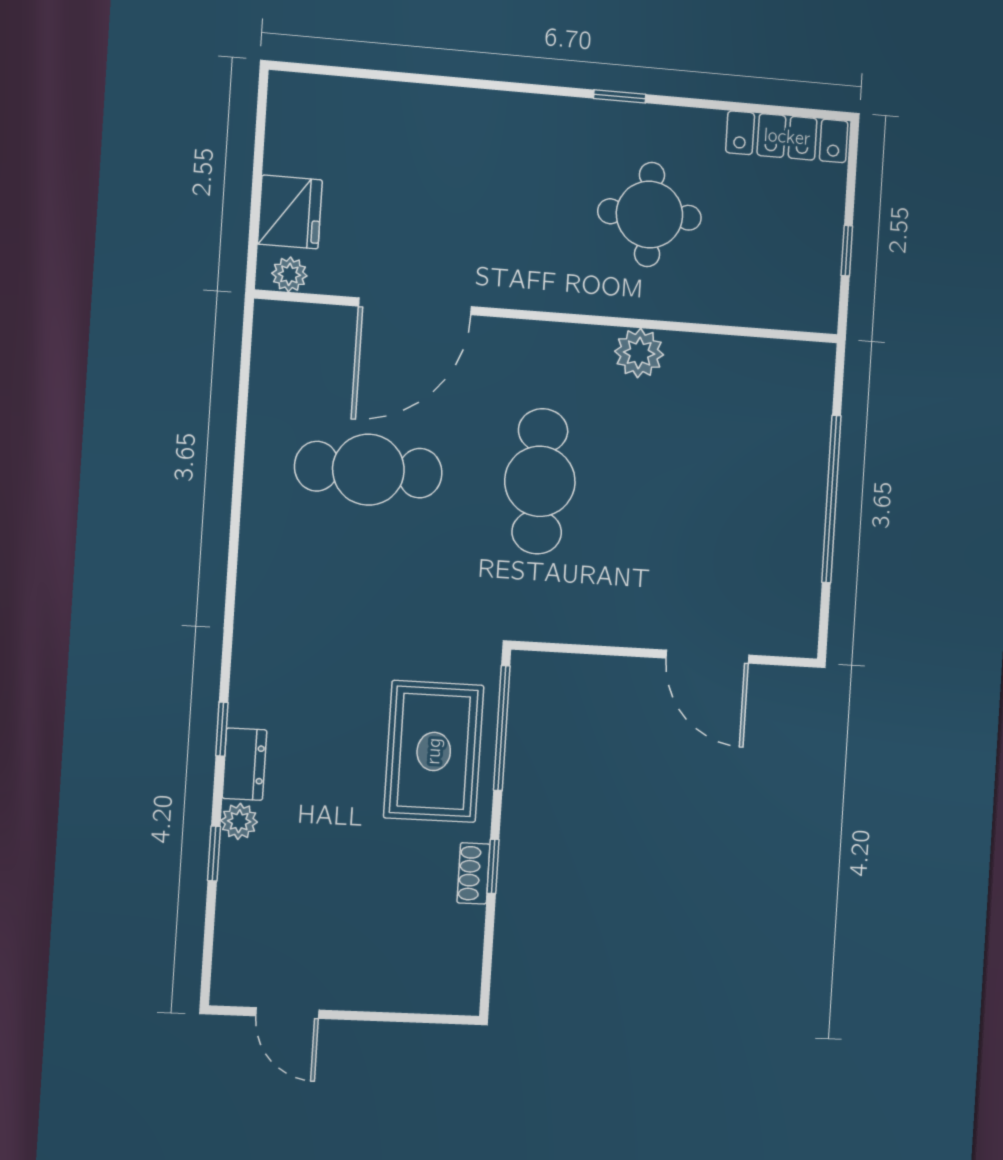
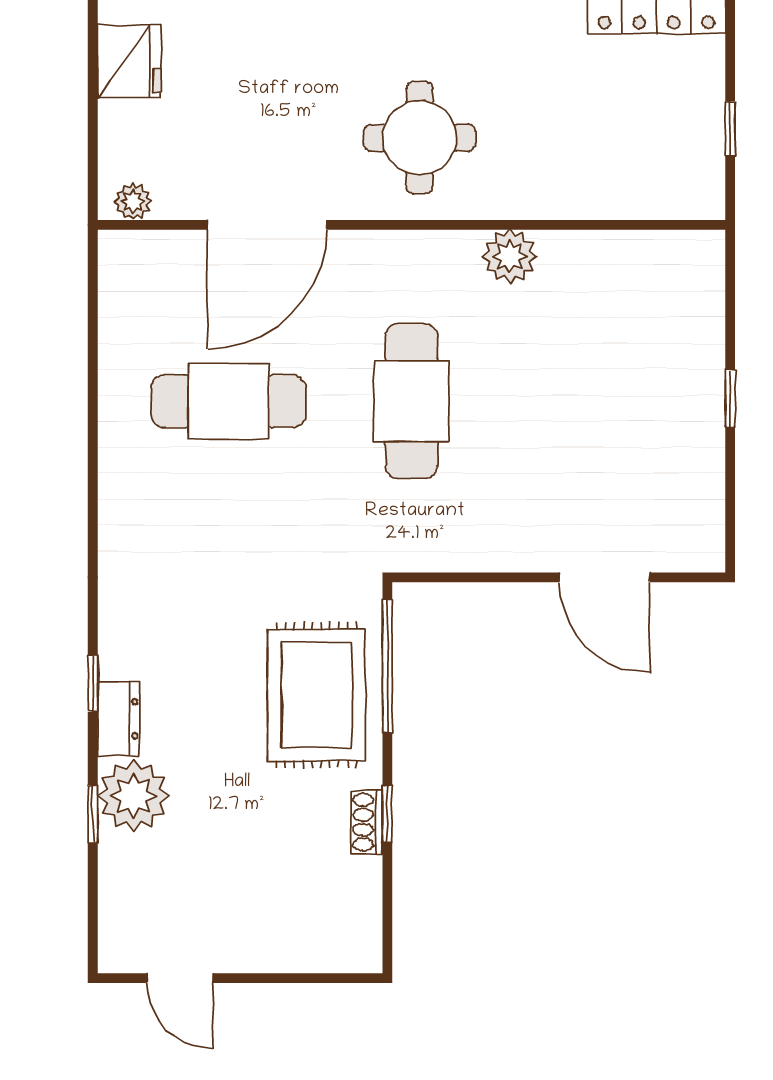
fridge: (290, 212) -> (129, 62), moved
round table: (650, 214) -> (419, 138), moved
window: (831, 499) -> (730, 399), width x0.32
plant: (239, 821) -> (134, 796), width x1.88, depth x1.88

